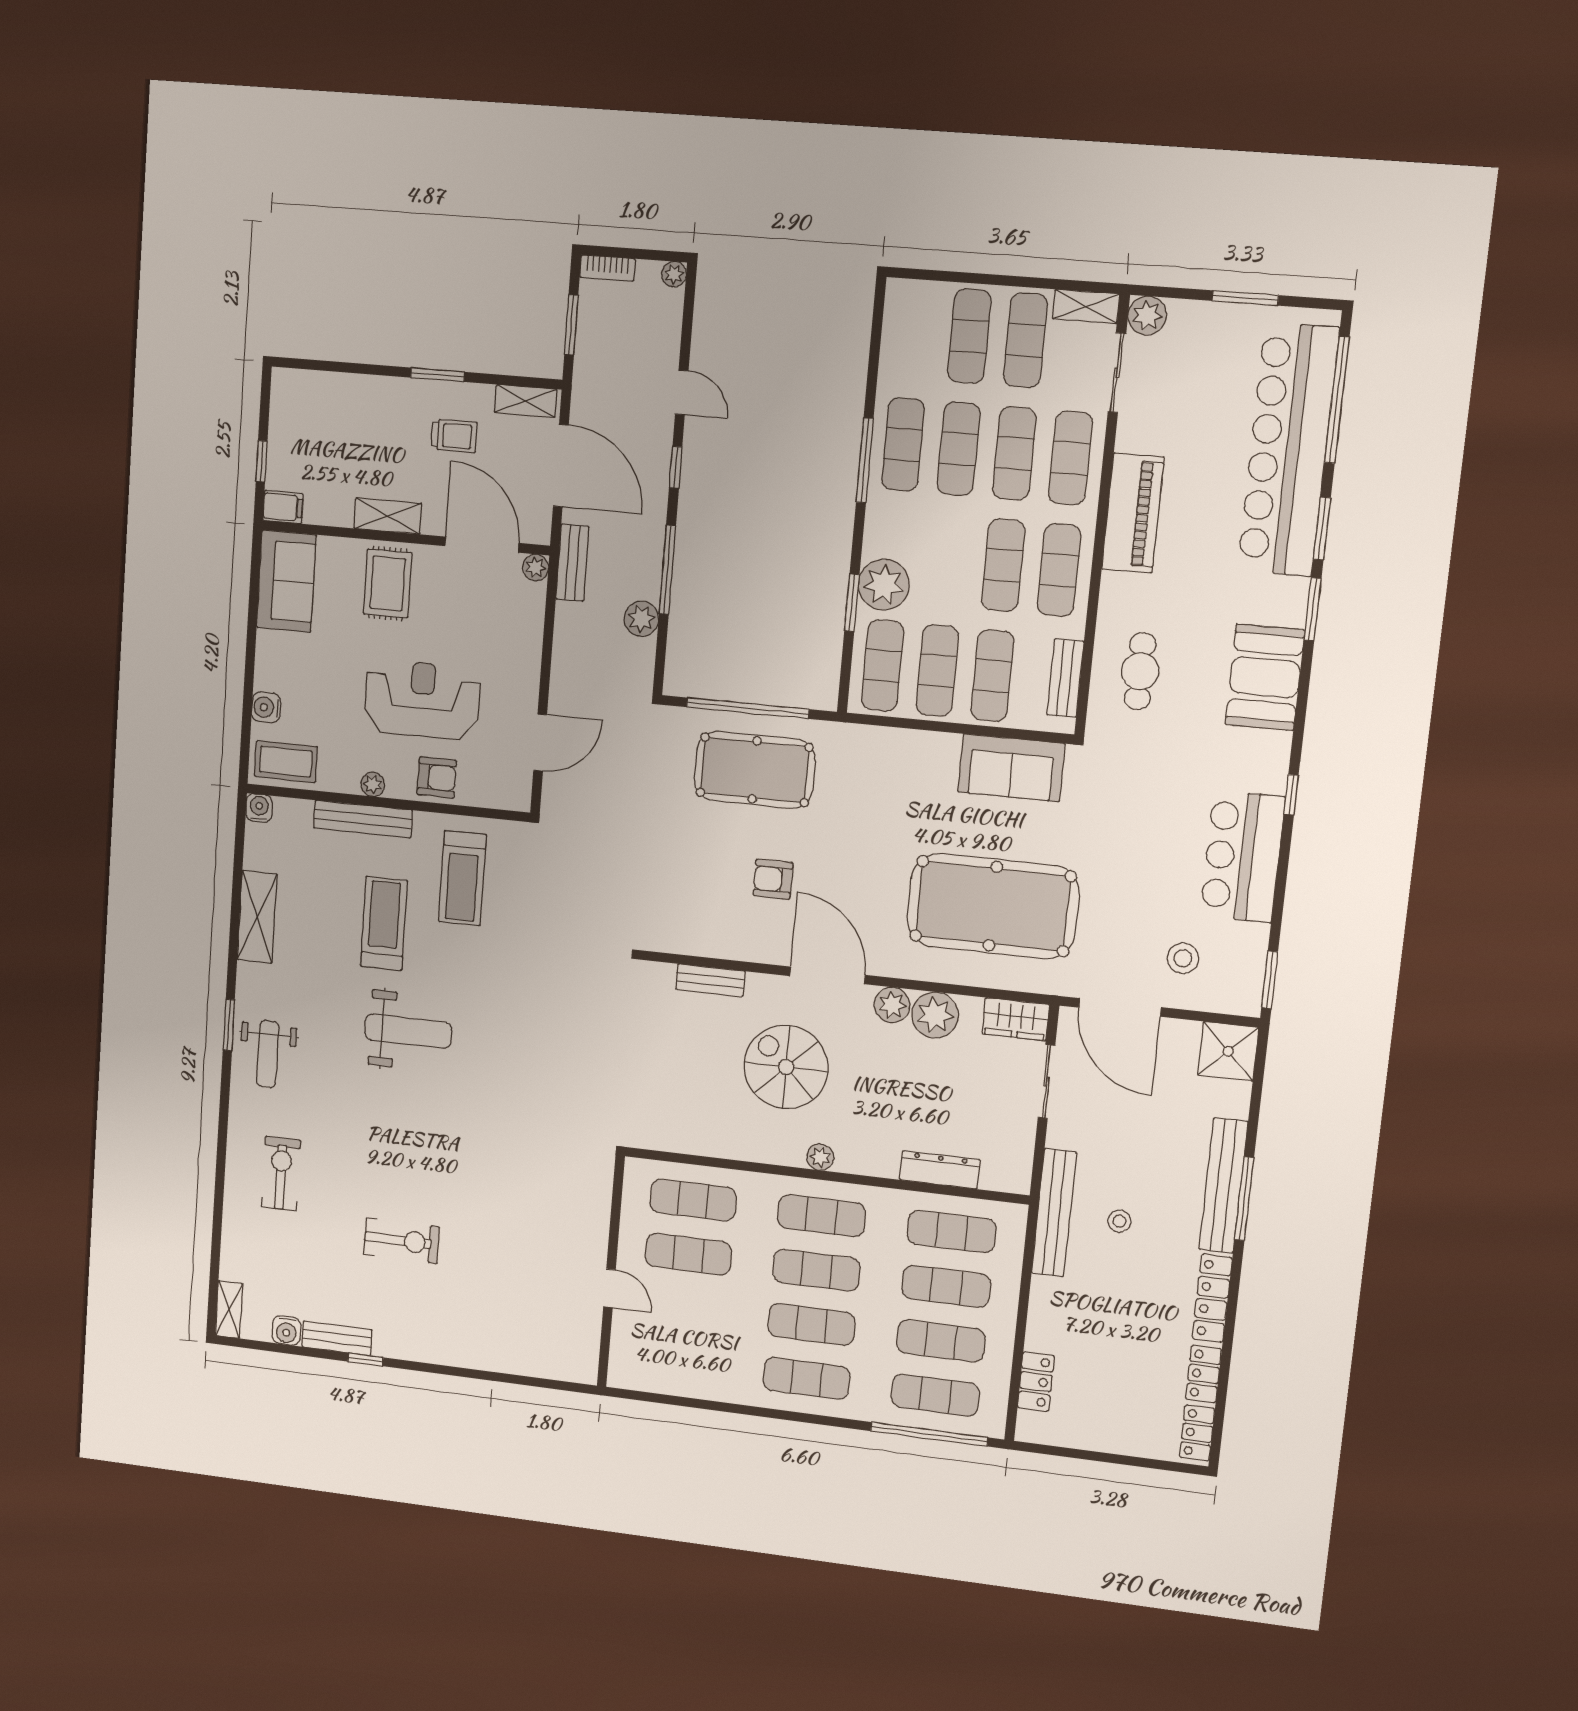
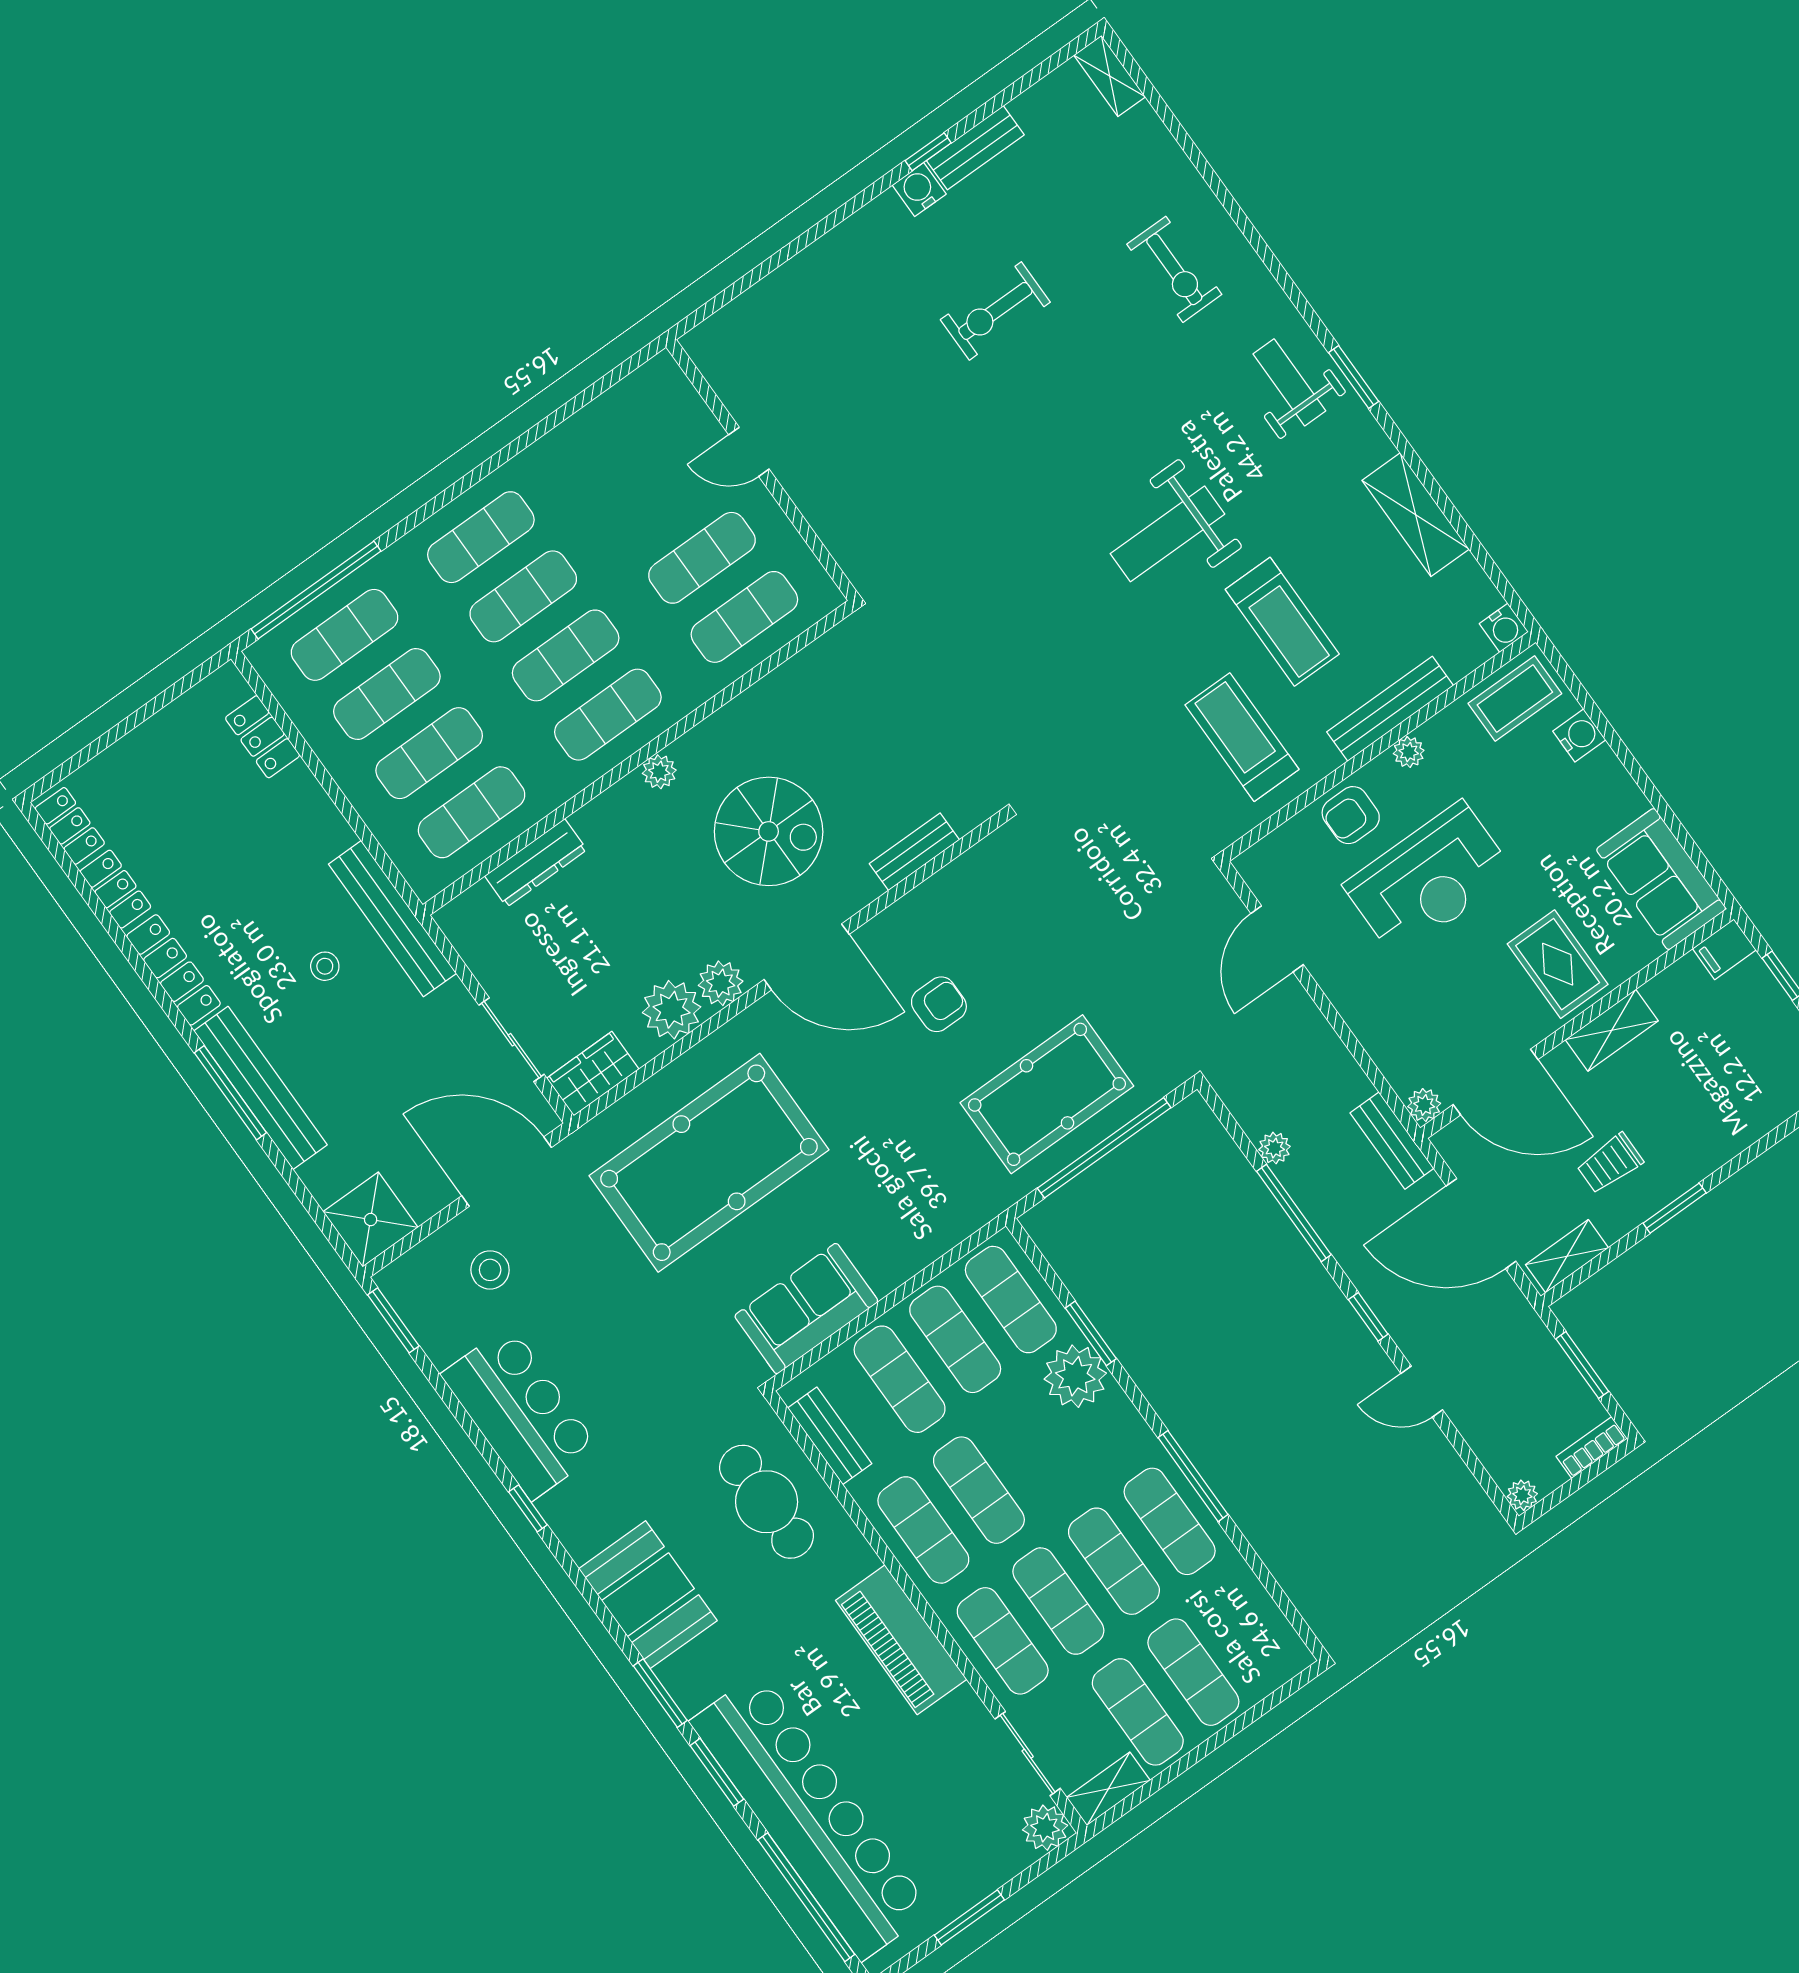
plant: (641, 619) -> (1274, 1148), width x0.73, depth x0.73
cafe table: (1140, 671) -> (767, 1502), width x1.37, depth x1.35
water cooler: (286, 1331) -> (919, 190), moved

